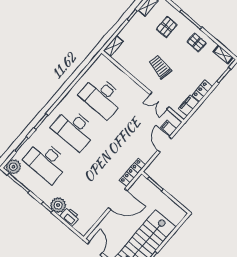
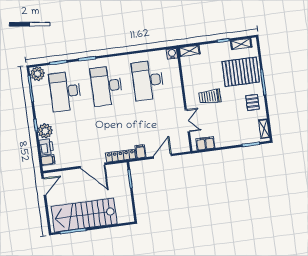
pallet: (167, 27) -> (241, 72), width x2.05, depth x2.00
water cooler: (102, 60) -> (172, 54), added
trolley: (160, 67) -> (210, 97), turned -101
locker: (202, 91) -> (225, 142), removed
double door: (159, 101) -> (187, 121), swing flipped
filing cabinet: (169, 128) -> (140, 152), moved
filing cabinet: (80, 225) -> (48, 160), added

